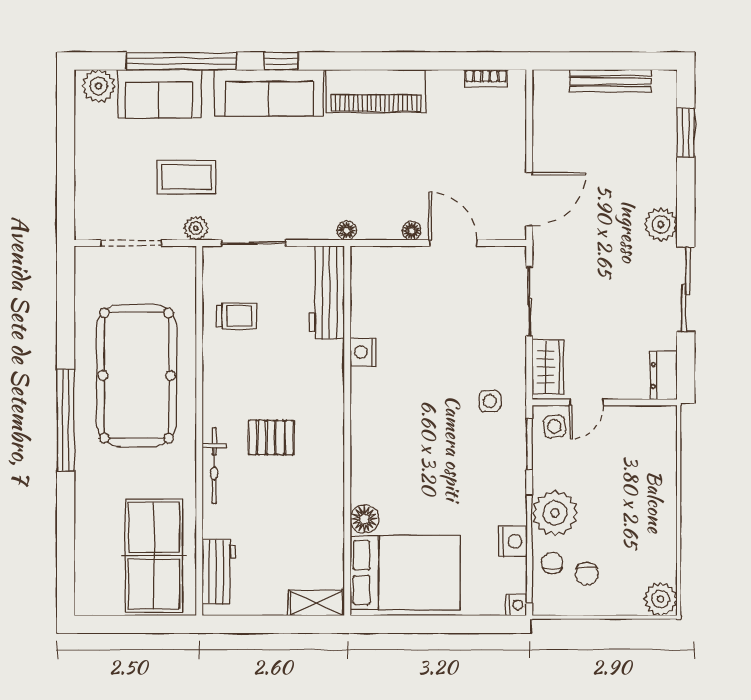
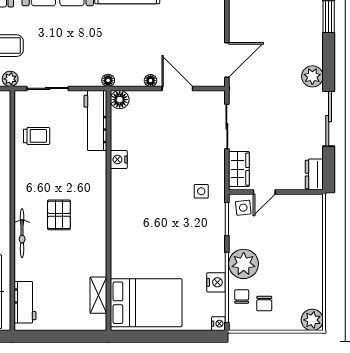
pallet: (271, 437) -> (59, 215), turned 90
floor lamp: (364, 519) -> (120, 100), moved
shelving: (316, 603) -> (98, 295), moved, turned 90

